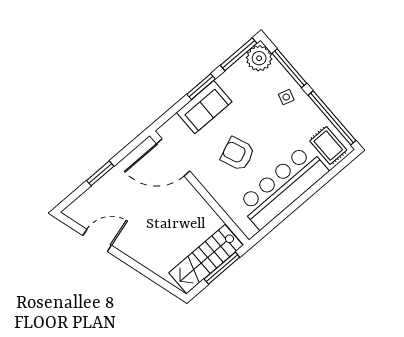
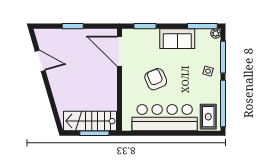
plant: (259, 58) -> (216, 33), width x0.53, depth x0.53
window: (201, 87) -> (145, 26), moved
sofa: (204, 107) -> (177, 39), moved

